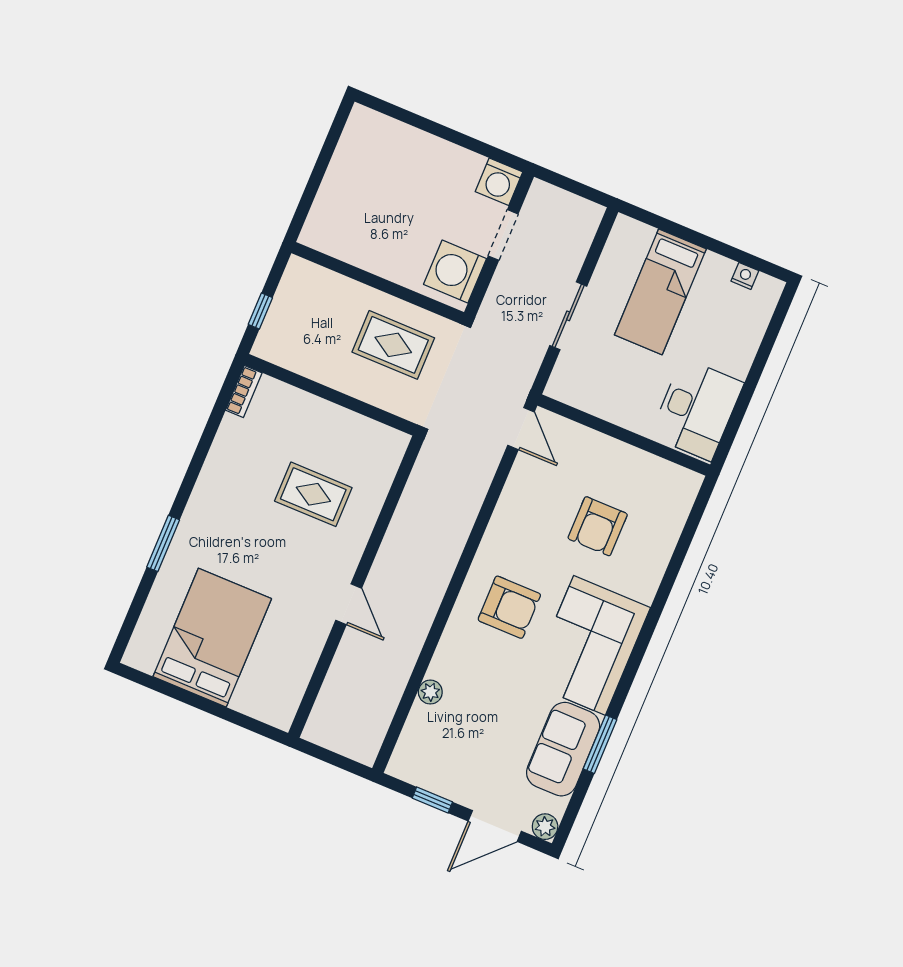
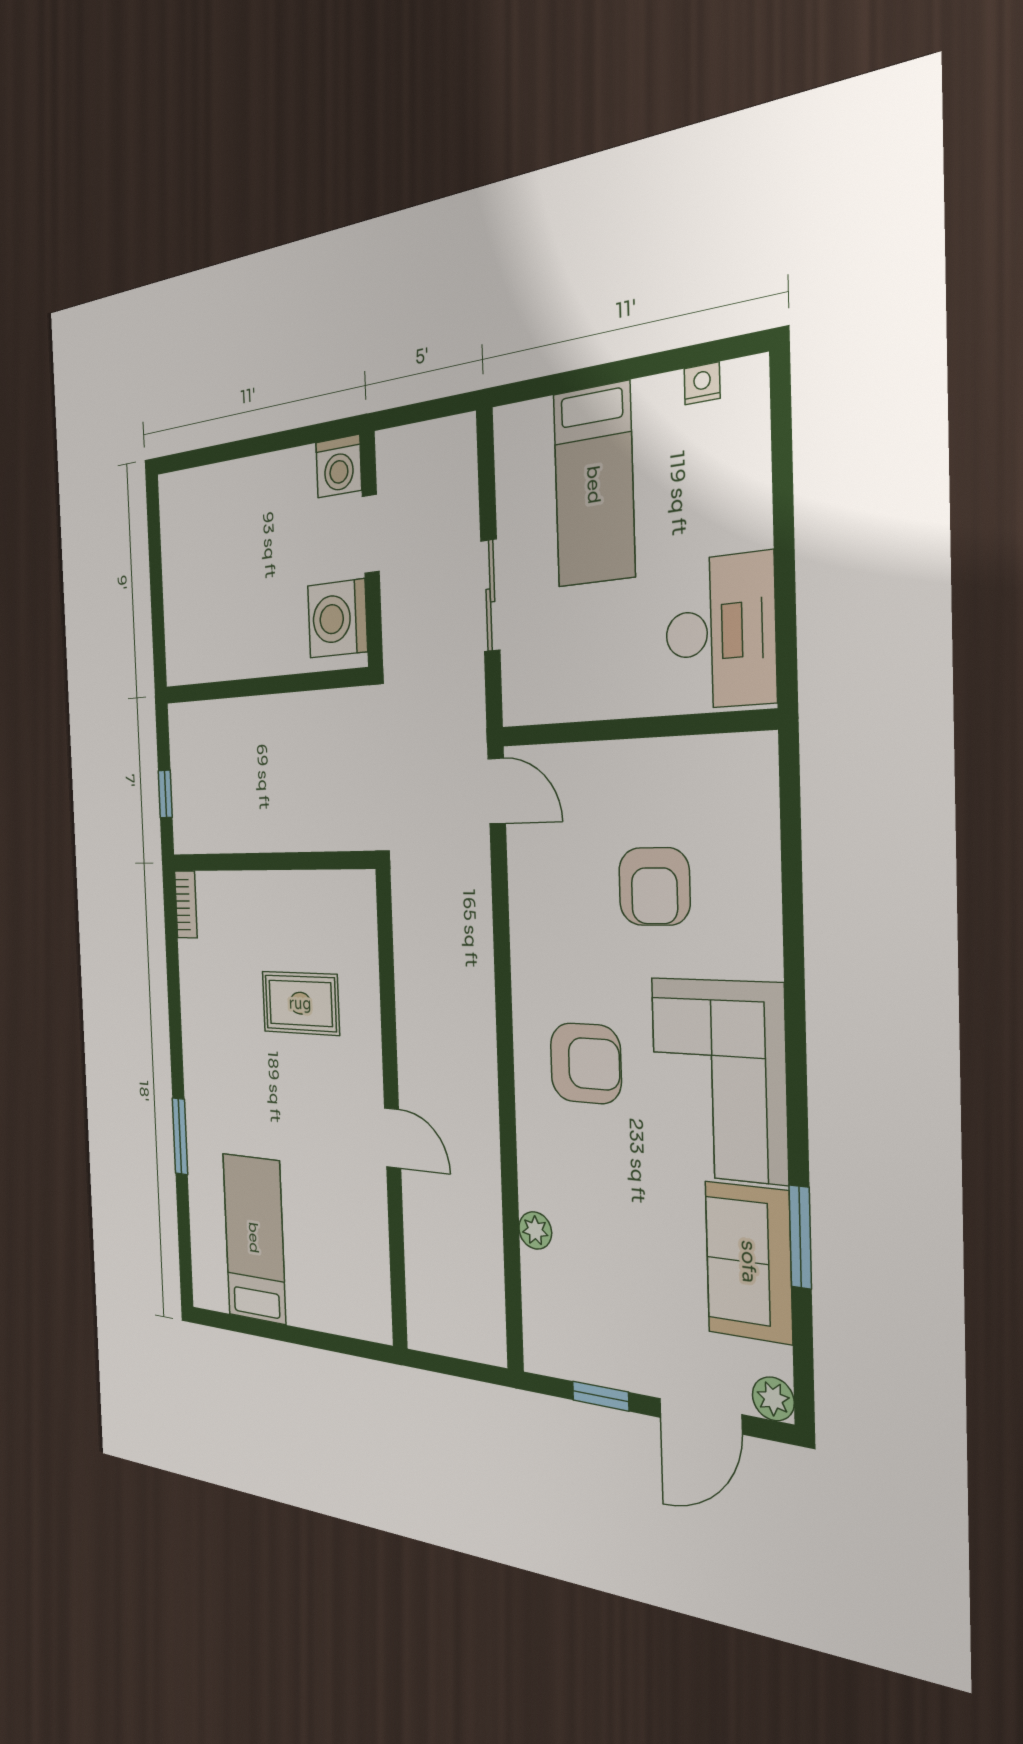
rug: (393, 345) -> (309, 758), removed
bed: (212, 638) -> (254, 1238), width x0.67

